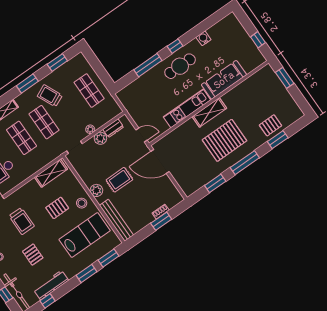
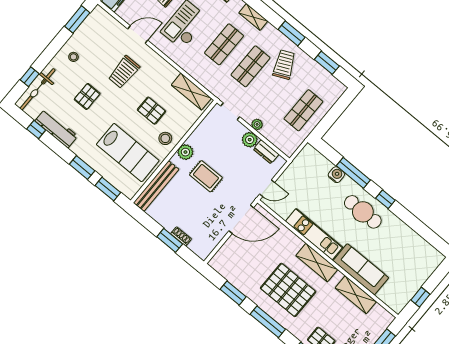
water cooler: (203, 38) -> (336, 175), moved
shelving: (243, 89) -> (356, 295), added
door: (142, 135) -> (267, 188), hinge flipped
door: (160, 162) -> (241, 219), swing flipped

